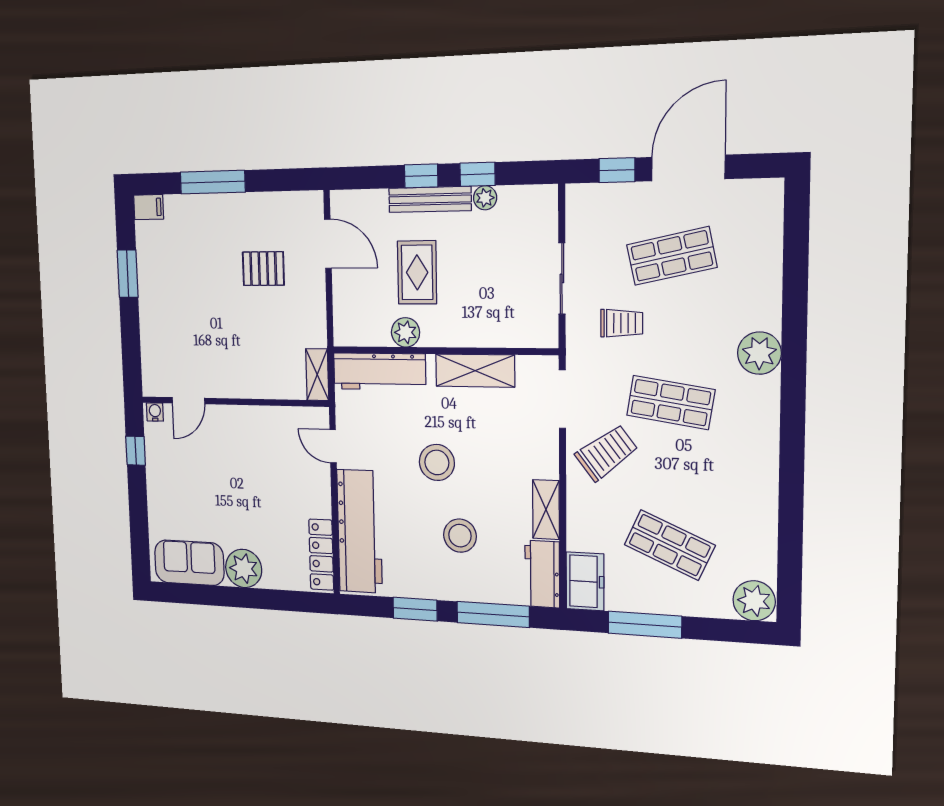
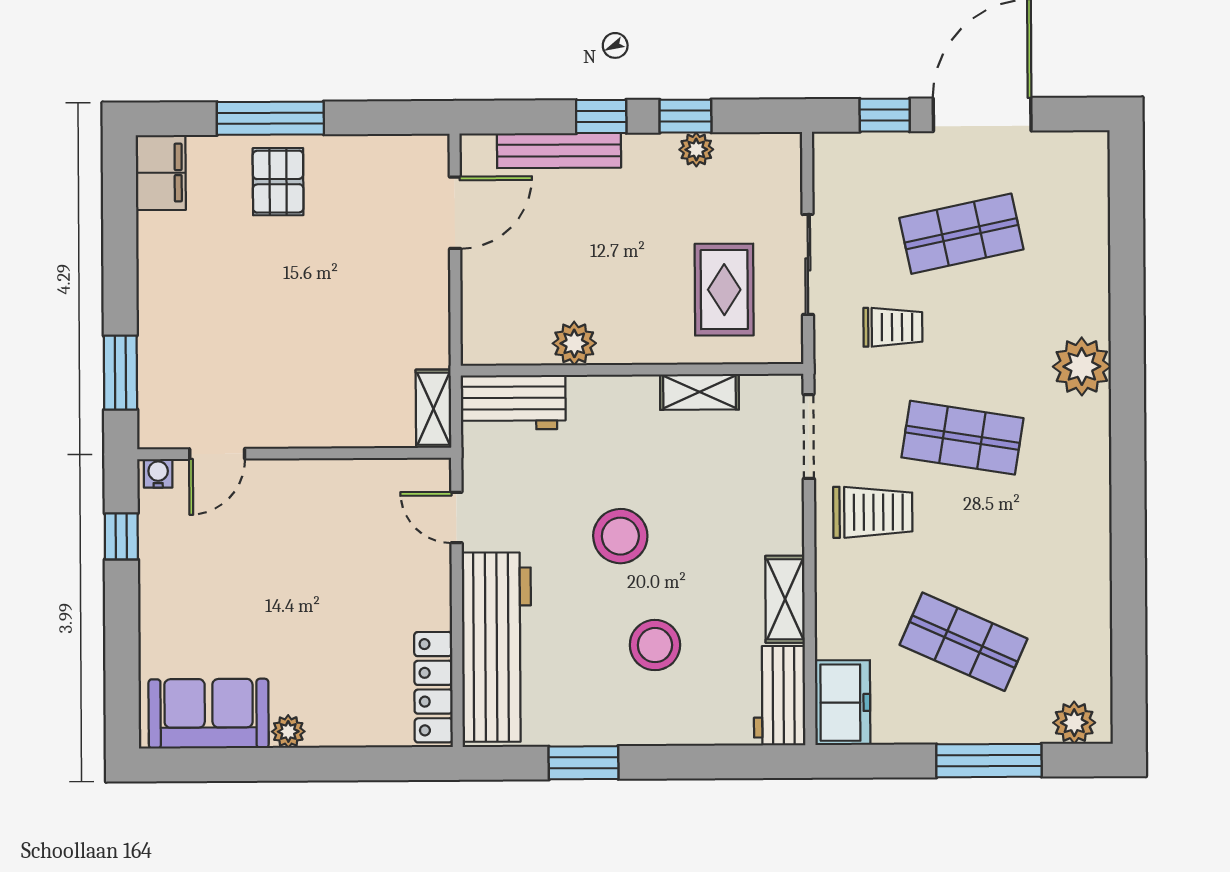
bench: (430, 199) -> (559, 150), moved
filing cabinet: (149, 207) -> (161, 173), width x2.00
door: (328, 244) -> (455, 213), hinge flipped
pallet: (263, 269) -> (278, 182), moved, turned 90
rug: (417, 272) -> (724, 290), moved
window: (128, 274) -> (120, 373), moved
shelving: (475, 371) -> (699, 392), width x0.67, depth x0.75
workbench: (379, 372) -> (513, 402), width x0.73
trolley: (607, 453) -> (873, 512), turned 37
plant: (244, 568) -> (288, 731), width x0.53, depth x0.53
plant: (754, 601) -> (1074, 723), width x0.73, depth x0.73
window: (493, 614) -> (705, 762), removed
window: (645, 625) -> (989, 761), moved

